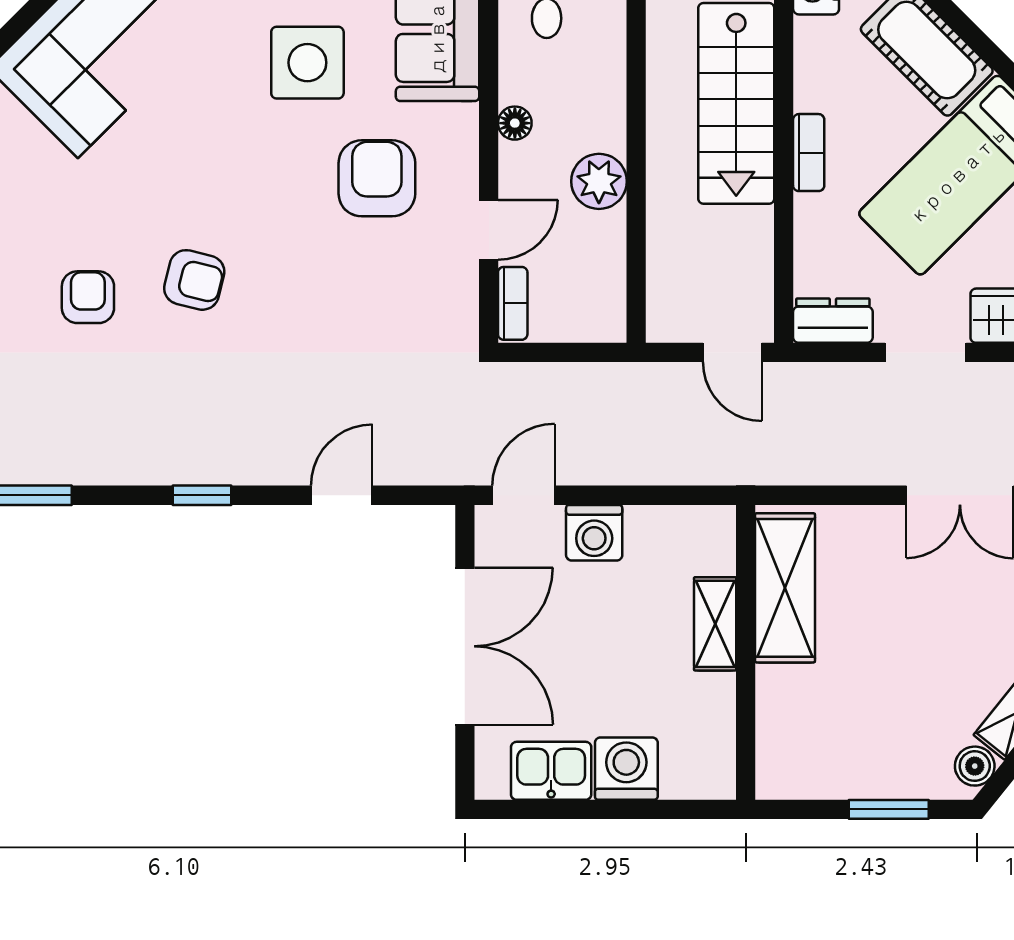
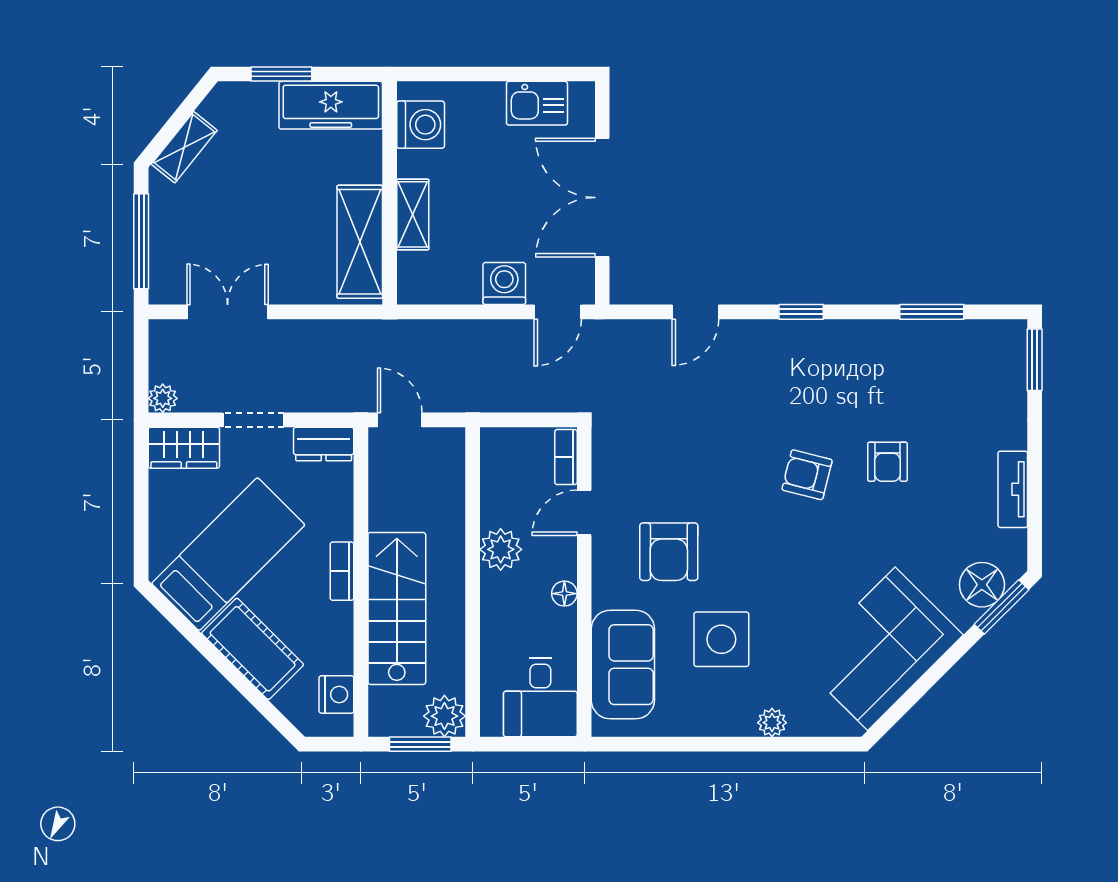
boiler: (975, 766) -> (216, 107), removed
freezer: (823, 768) -> (331, 105), added
washing machine: (626, 769) -> (421, 125), moved, turned -90

